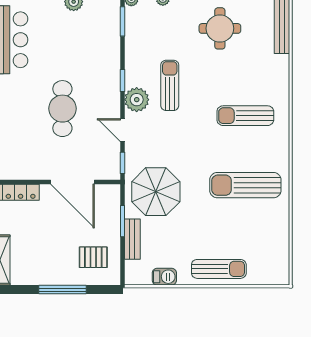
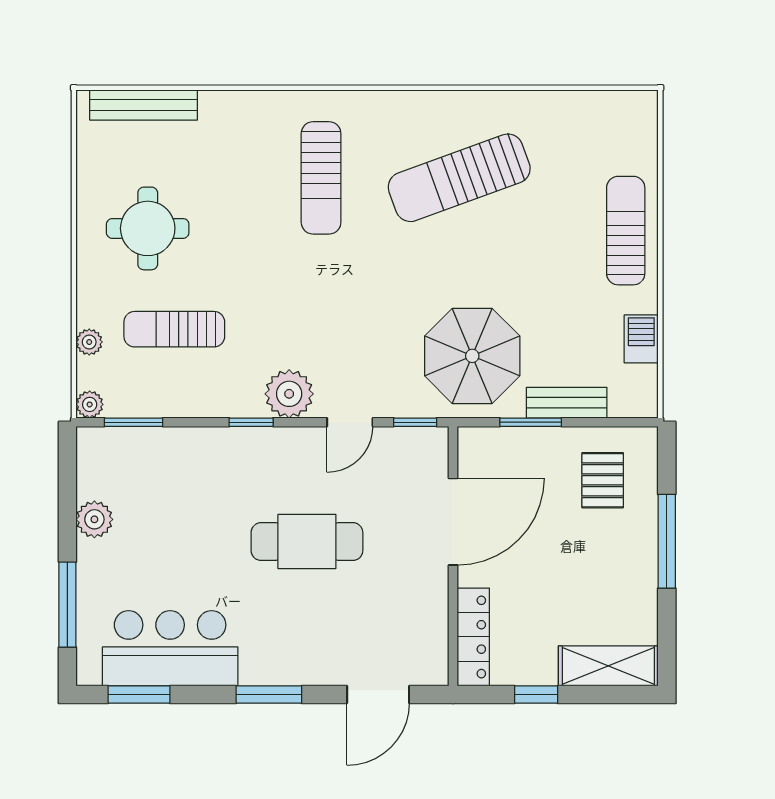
sun lounger: (170, 85) -> (174, 329), moved
sun lounger: (245, 185) -> (459, 178), turned 70

